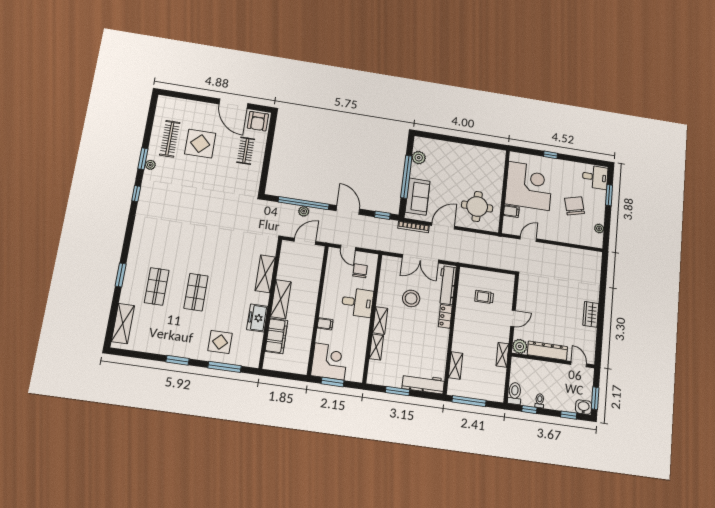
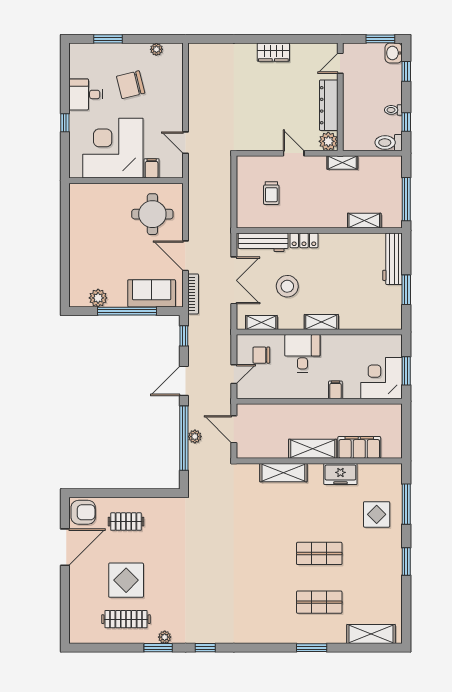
desk: (595, 177) -> (86, 94), moved, turned -90
shelving: (376, 347) -> (261, 322), moved

